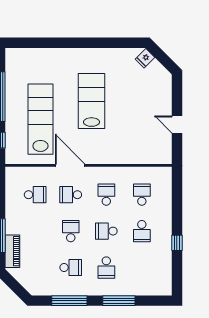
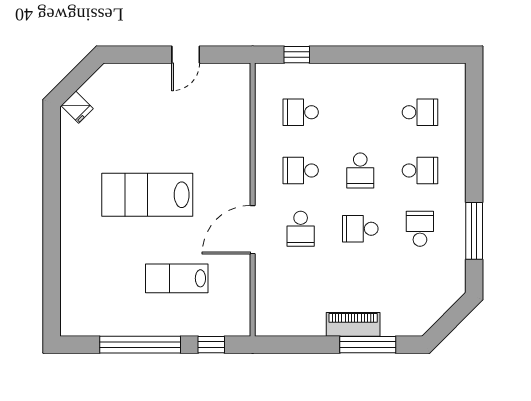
lab bench: (40, 119) -> (177, 278), width x0.54, depth x0.72
school desk: (35, 195) -> (301, 287), removed
school desk: (142, 231) -> (420, 112), moved
window: (177, 243) -> (297, 55), moved
piano: (12, 251) -> (353, 324), moved
window: (119, 301) -> (474, 150), removed

